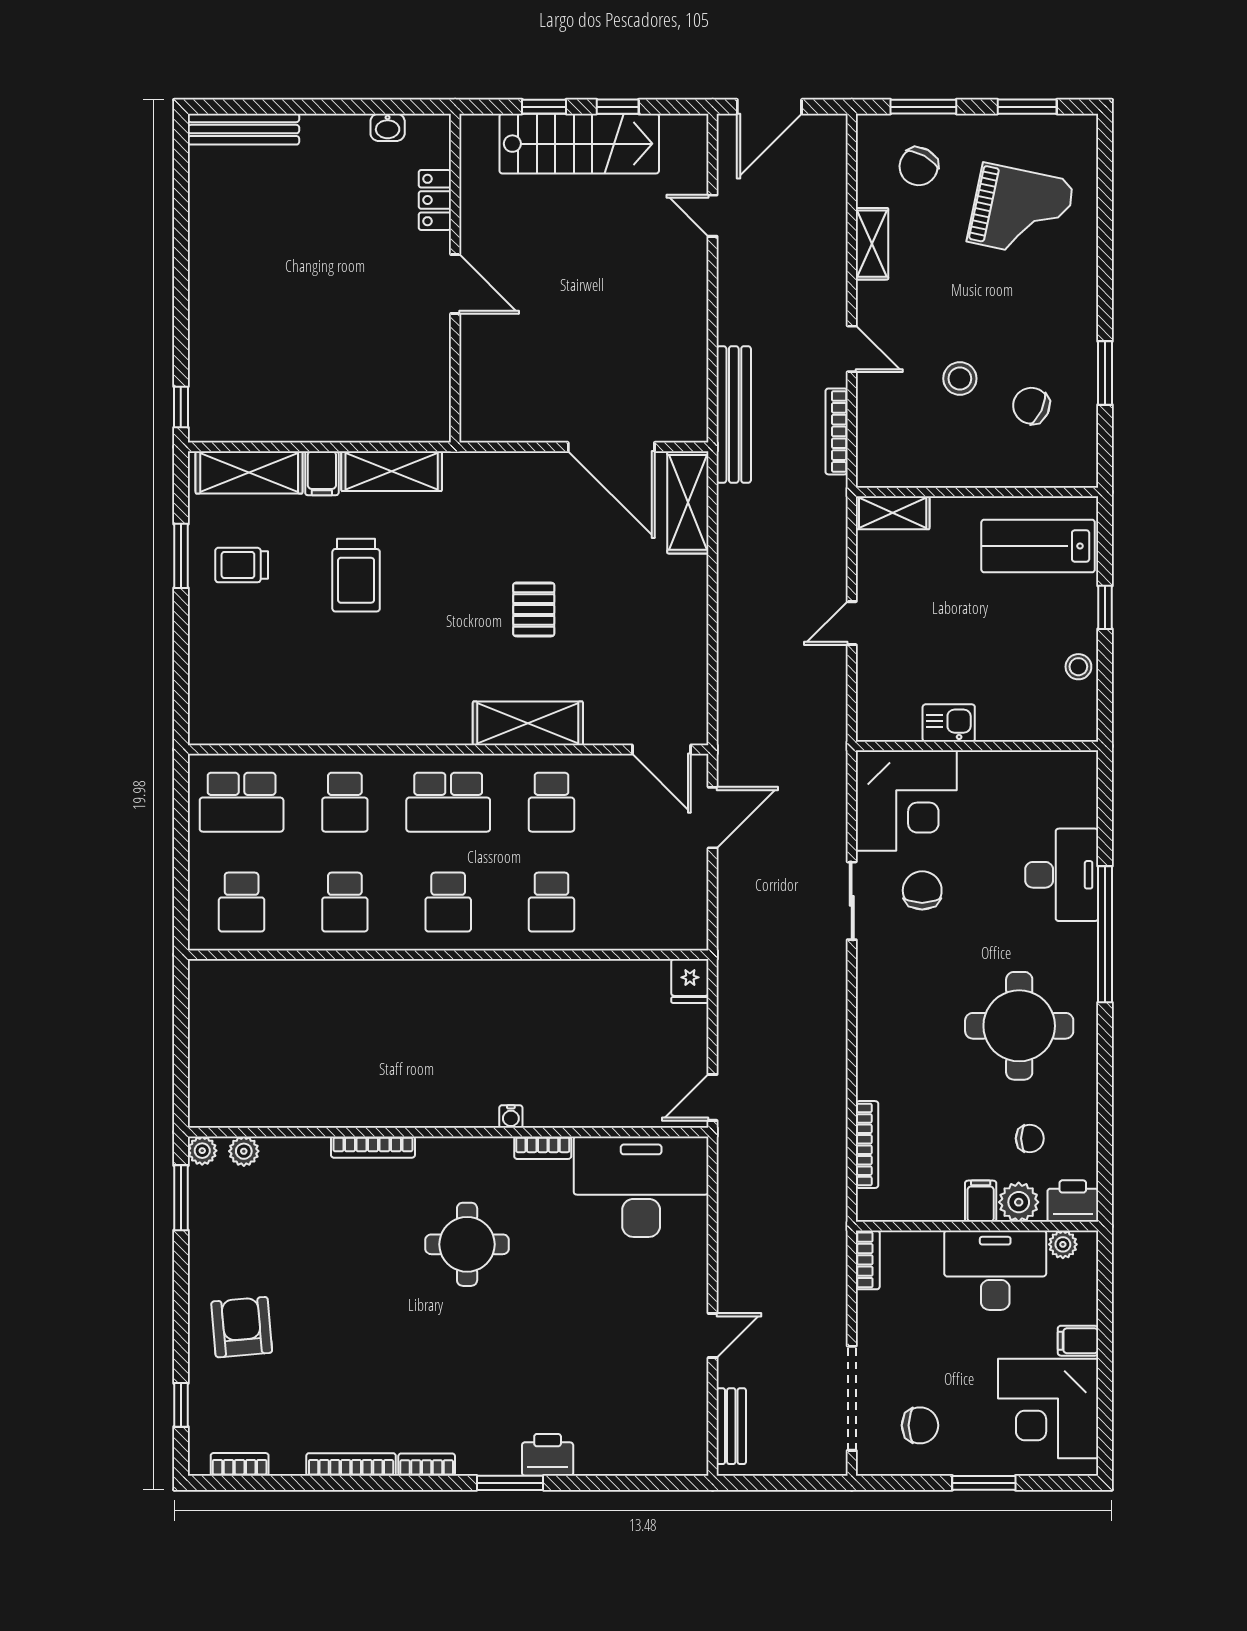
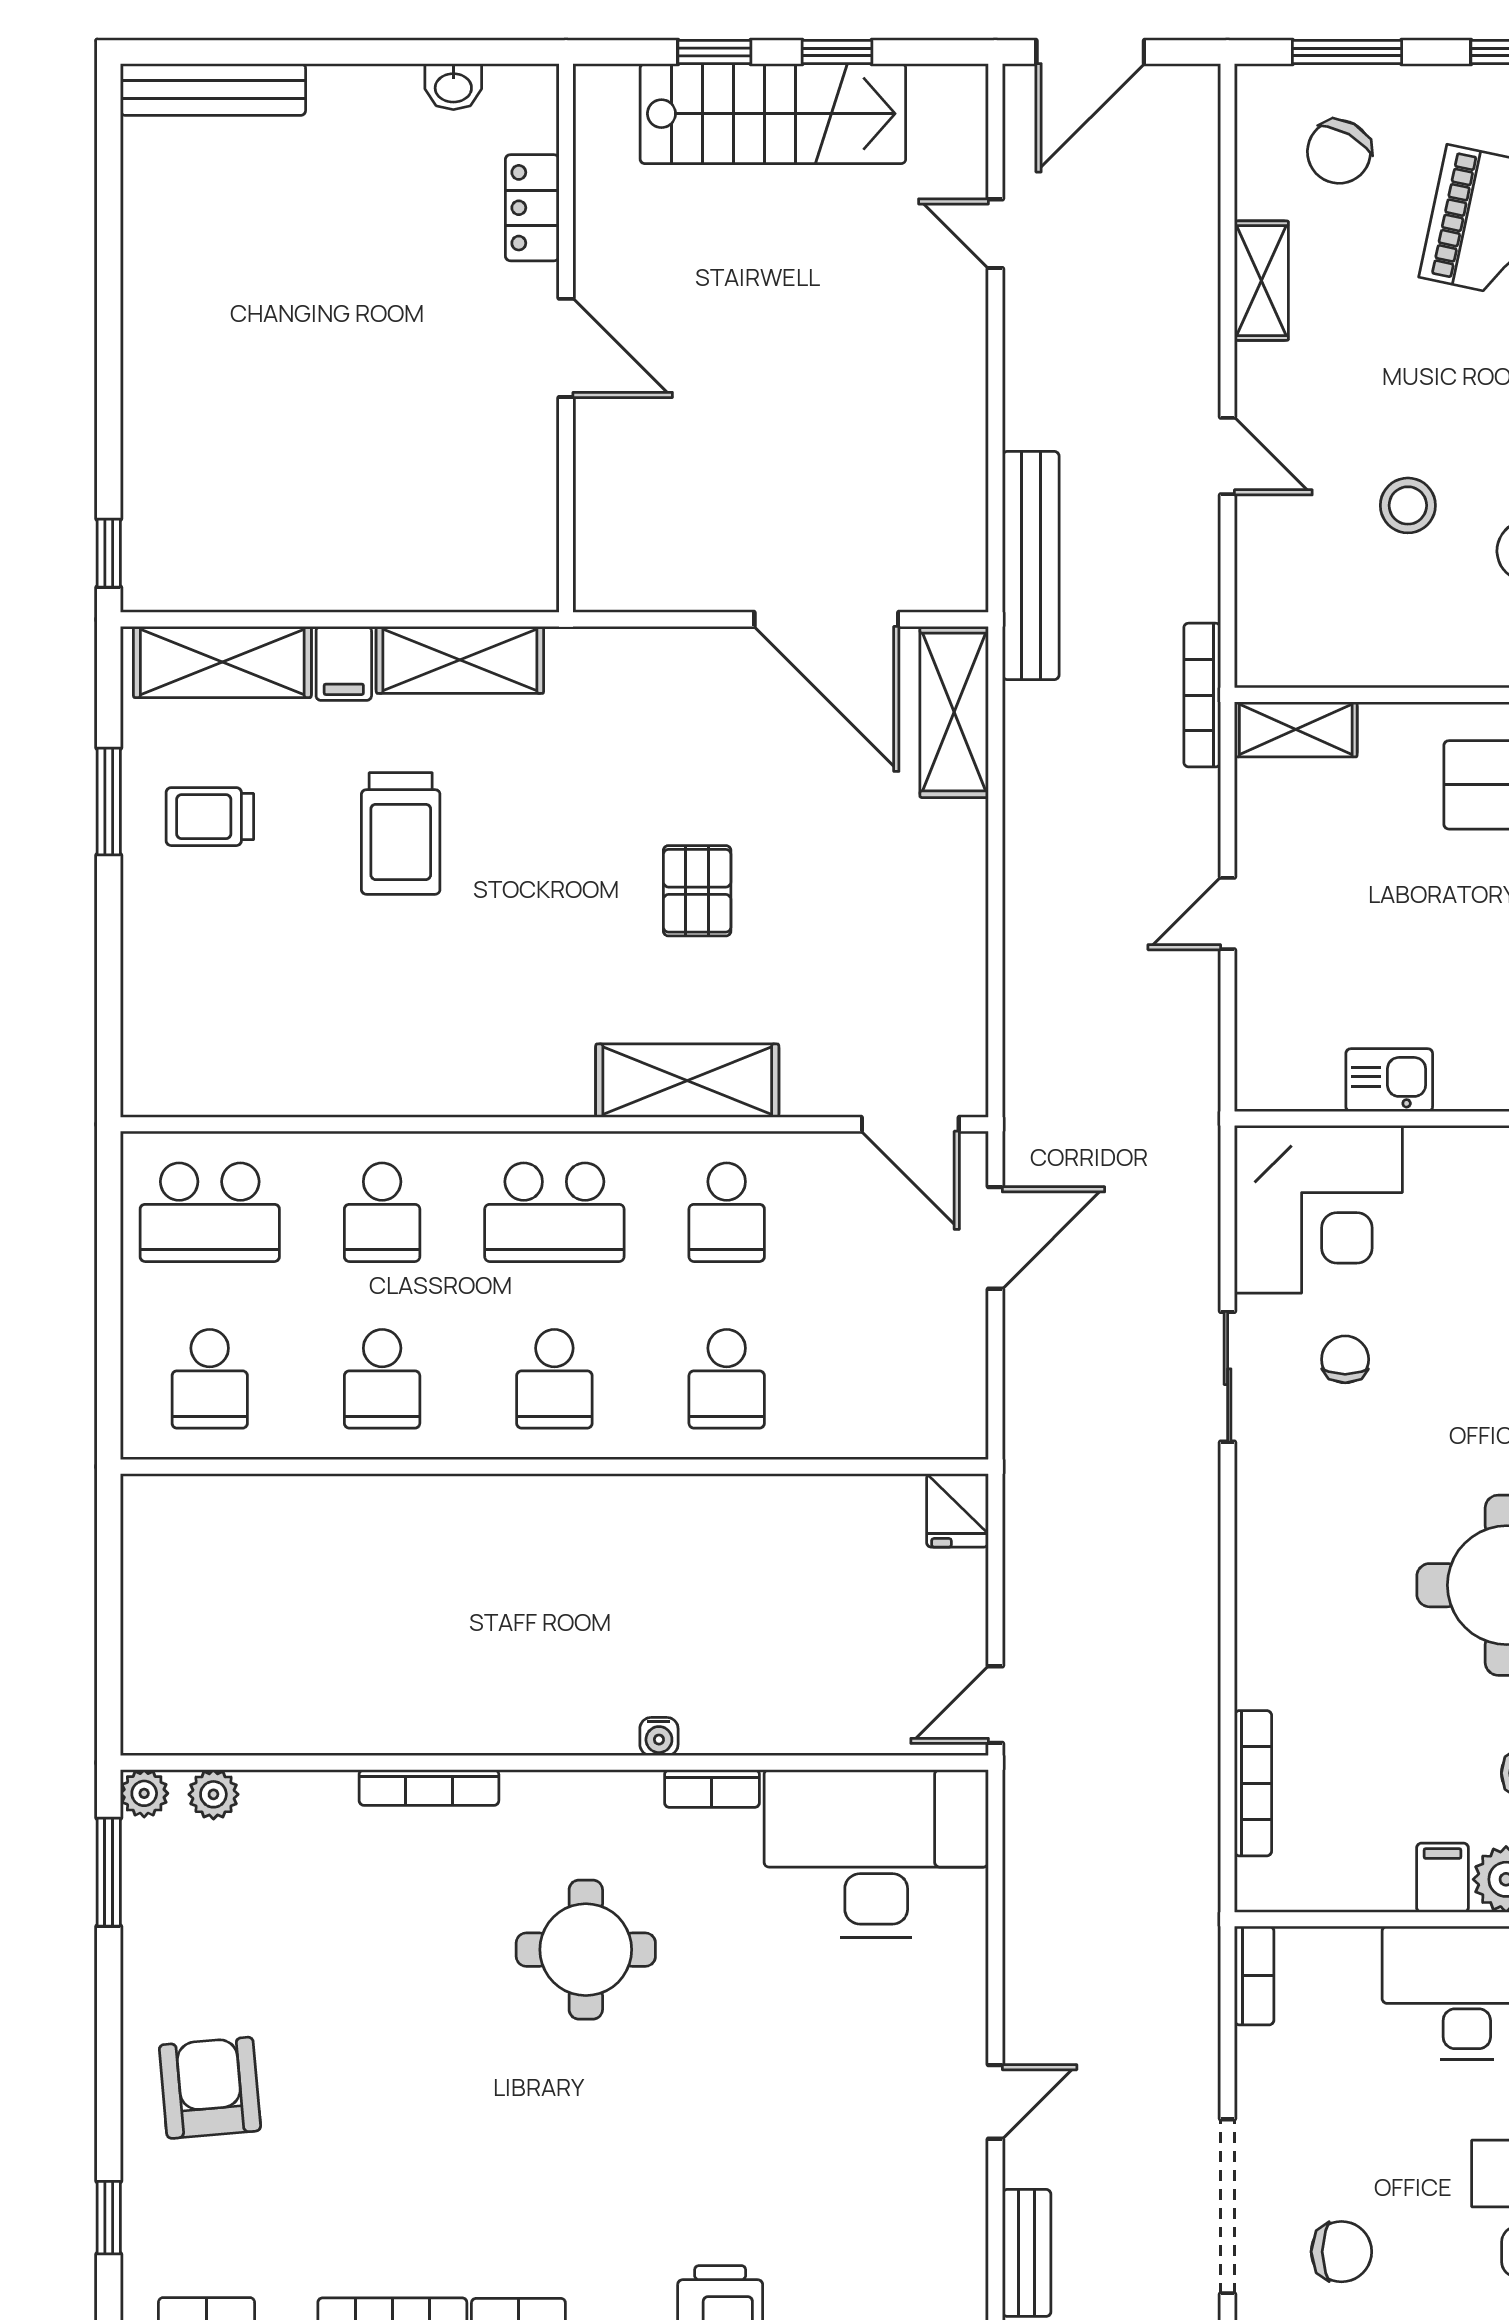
bookcase: (837, 431) -> (1202, 695), moved
chair: (922, 890) -> (1345, 1359), width x0.73, depth x0.73

